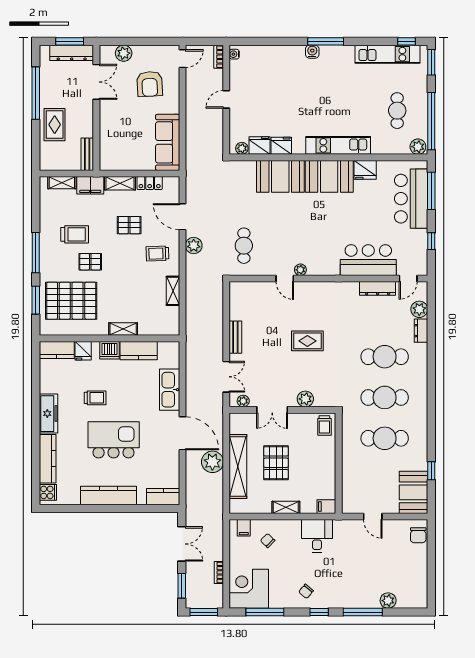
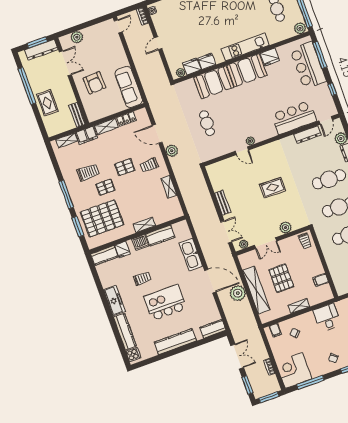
armchair: (150, 84) -> (95, 83), moved
pallet: (129, 225) -> (125, 167), moved
cafe table: (244, 246) -> (207, 123), moved
filing cabinet: (326, 507) -> (321, 280), moved

